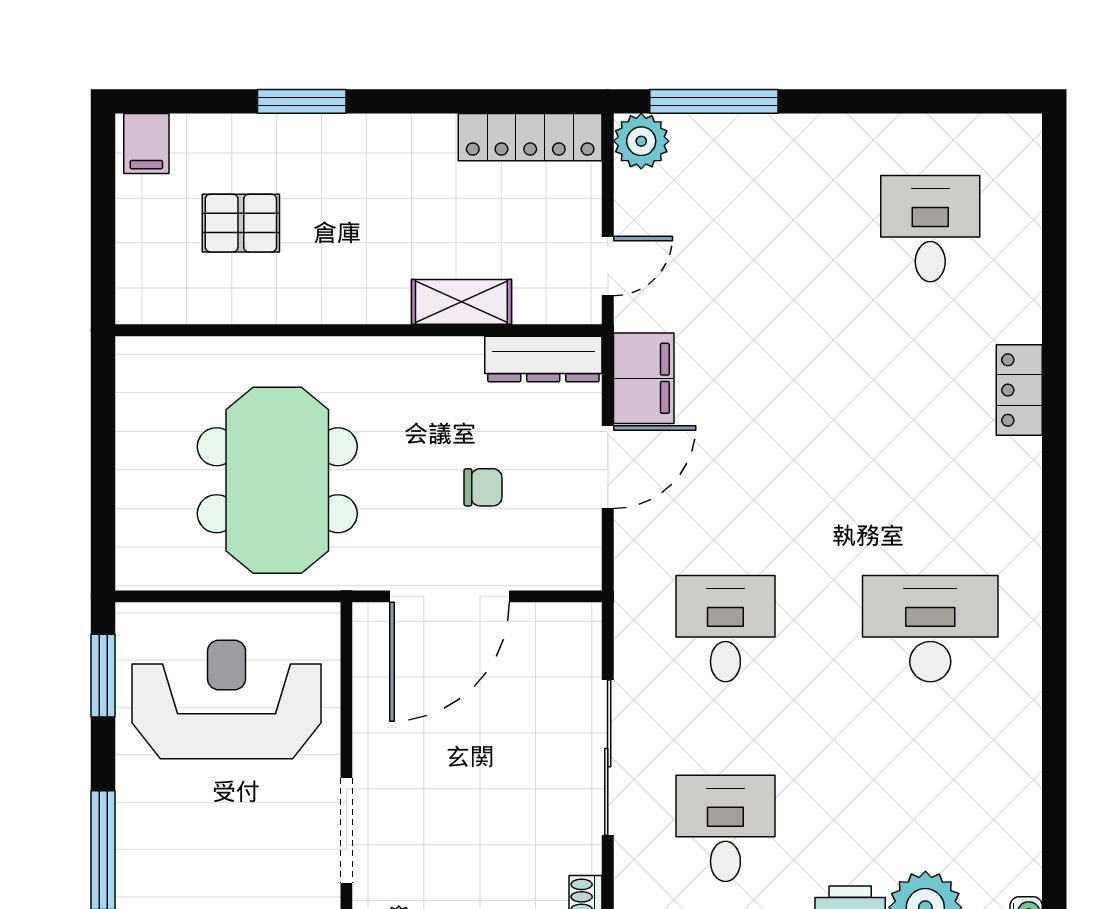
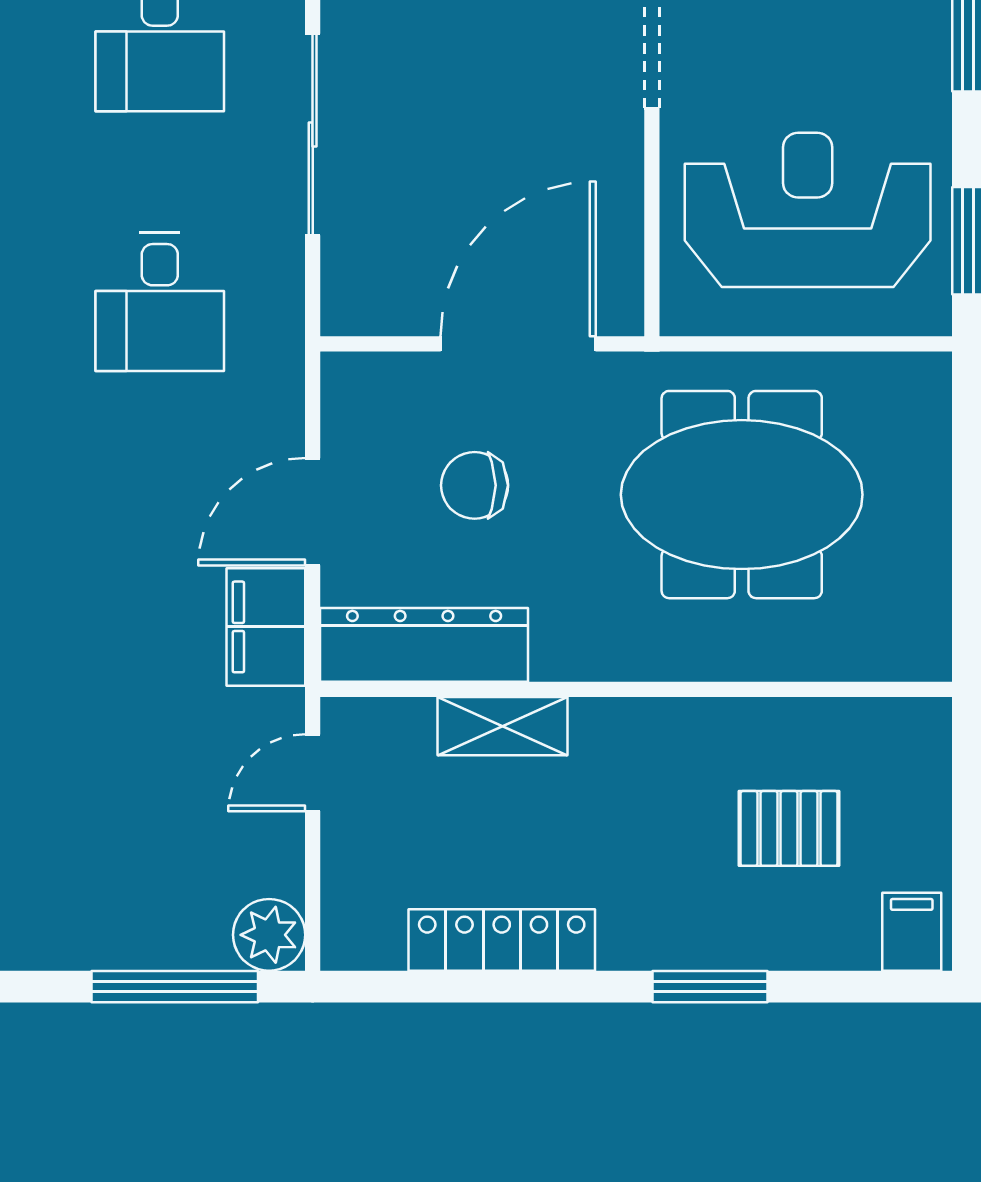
locker: (530, 137) -> (502, 940), moved
dresser: (543, 359) -> (424, 645), width x1.37, depth x1.24
meeting table: (277, 480) -> (742, 495), turned 90
chair: (483, 487) -> (475, 485), width x1.37, depth x1.37
reception desk: (227, 699) -> (808, 210), turned 180

